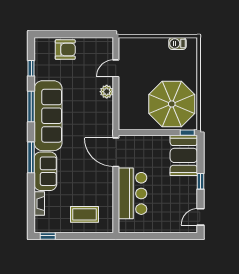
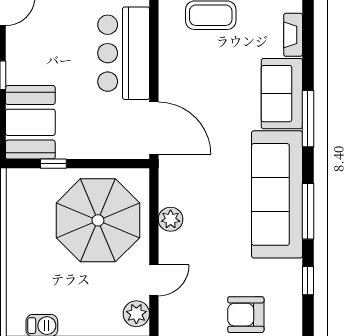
plant: (125, 50) -> (136, 314), added
plant: (107, 92) -> (171, 219), moved
parasol: (172, 104) -> (98, 220), moved
window: (187, 133) -> (53, 164), moved

